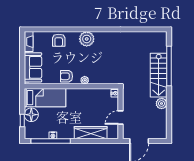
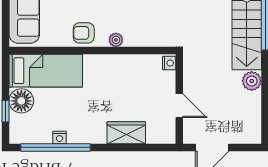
door: (120, 117) -> (179, 106), swing flipped
wardrobe: (91, 133) -> (126, 133), width x0.67

